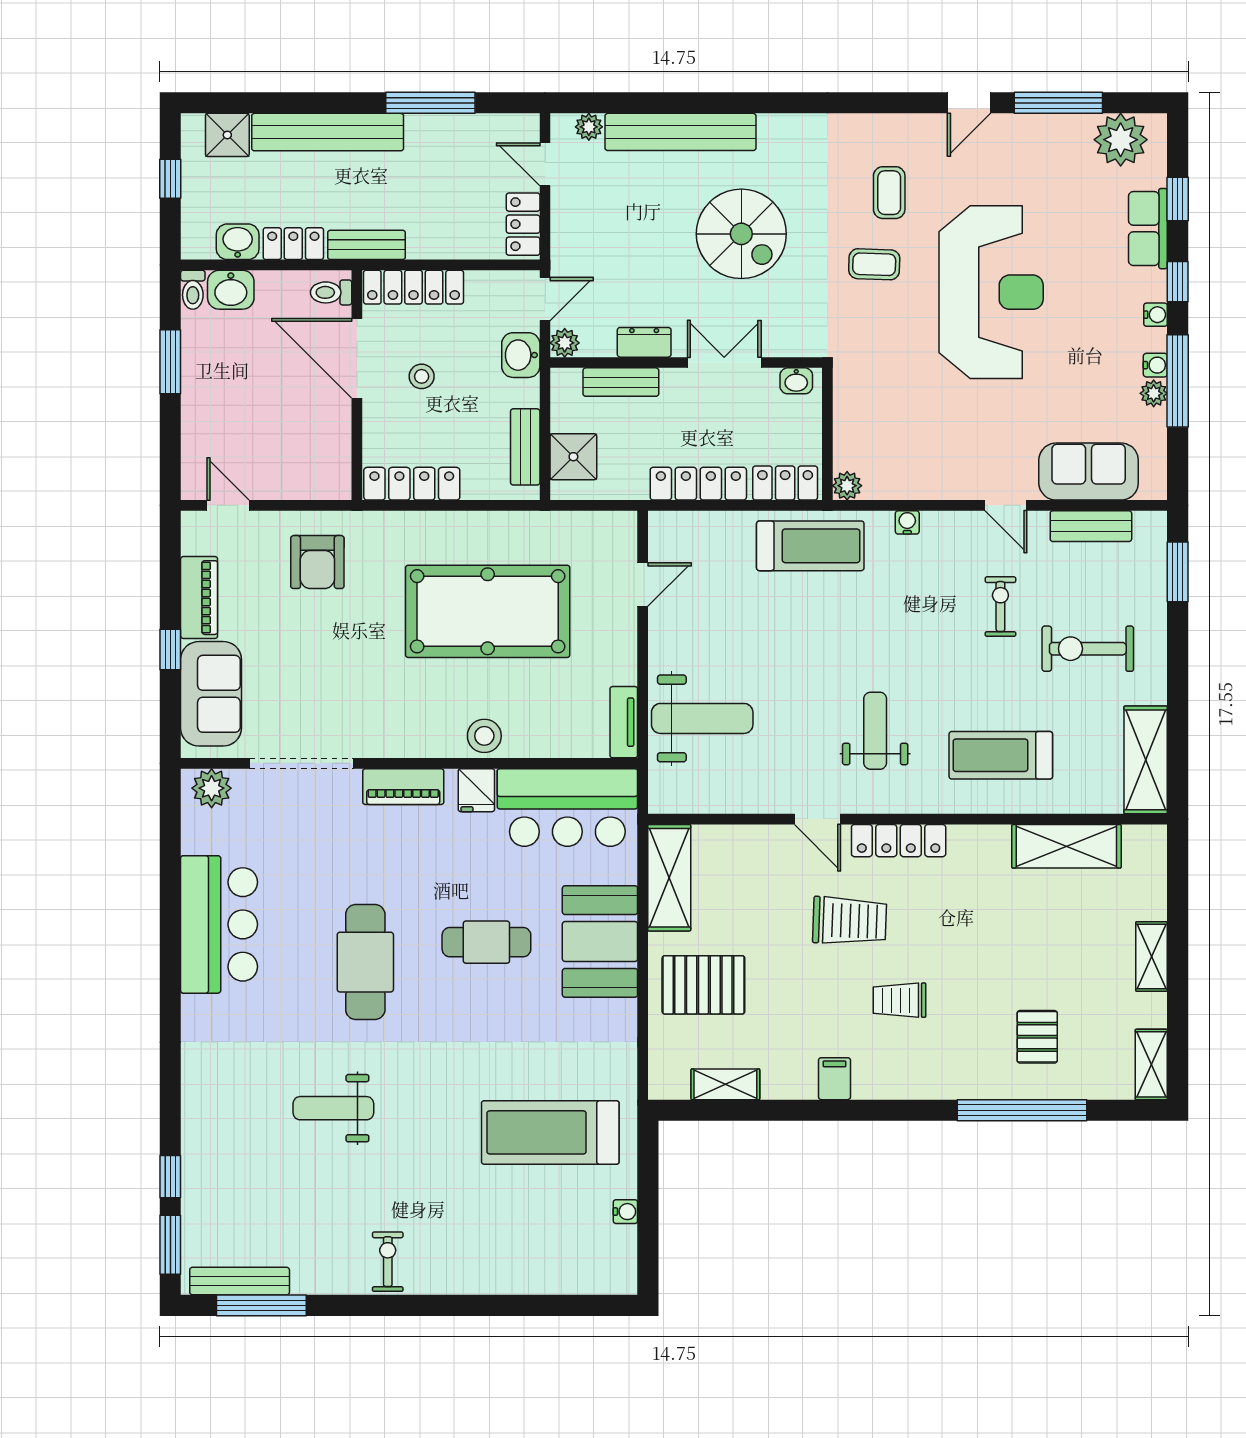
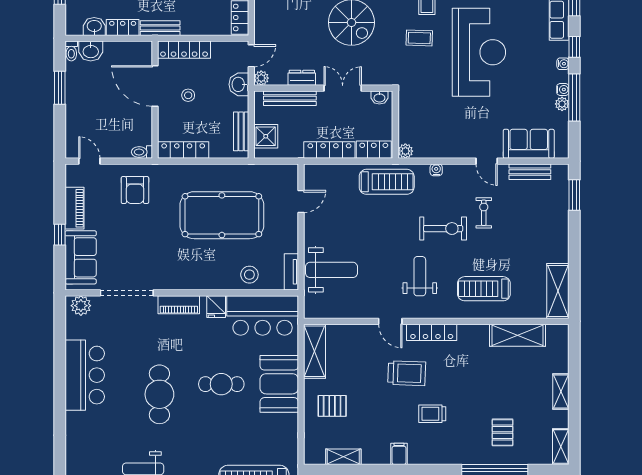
toilet: (331, 292) -> (142, 152), moved
bench: (621, 382) -> (290, 98), width x1.36
exercise bike: (1088, 649) -> (443, 229), moved, turned 180
stool: (484, 736) -> (249, 275), moved
pallet: (703, 985) -> (332, 406), width x0.67, depth x0.71

